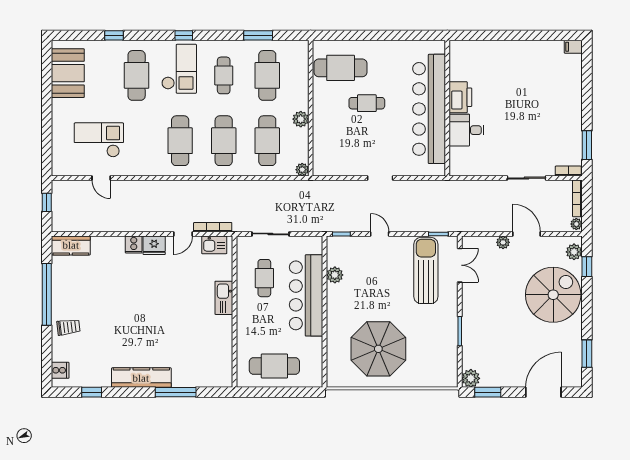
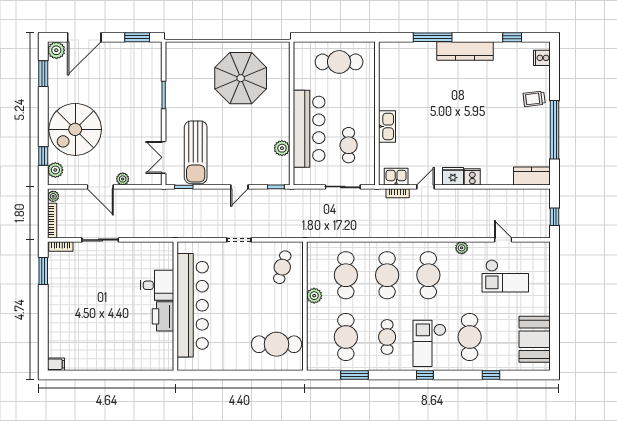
cafe table: (367, 103) -> (282, 267), moved, turned -75
plant: (302, 170) -> (462, 248), moved
bookcase: (213, 227) -> (398, 193), width x0.64
door: (380, 234) -> (239, 187), hinge flipped
plant: (471, 378) -> (56, 50), moved

